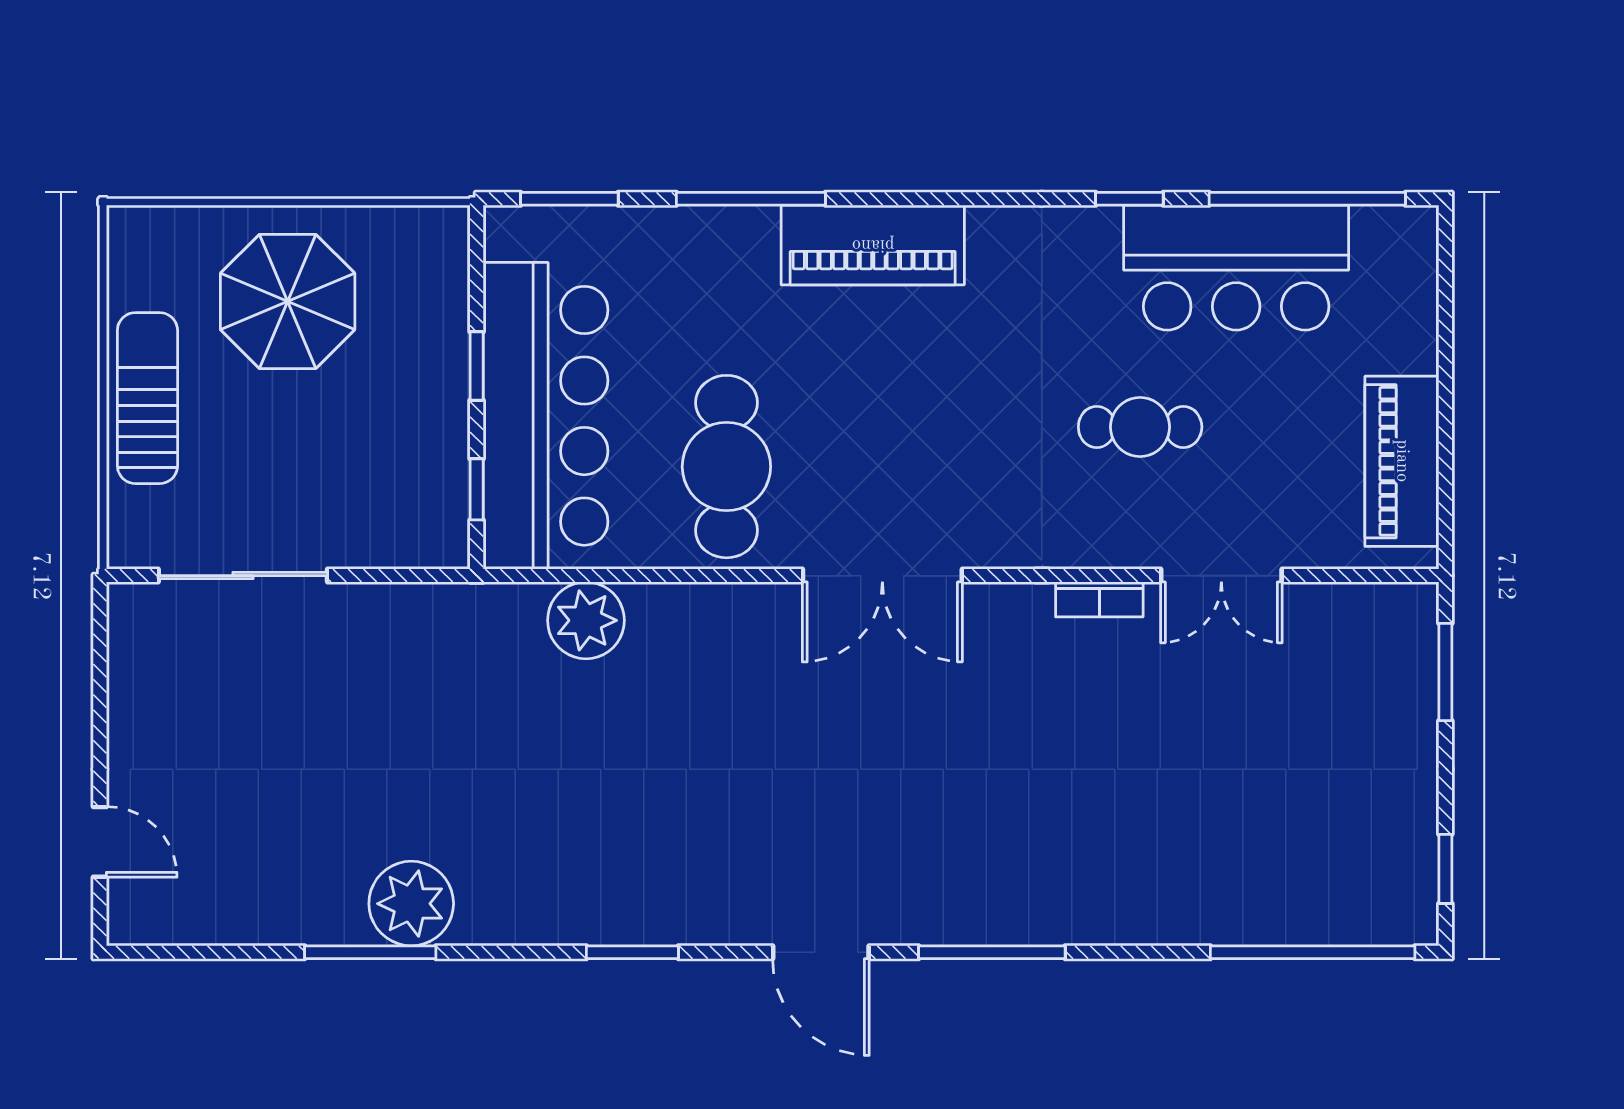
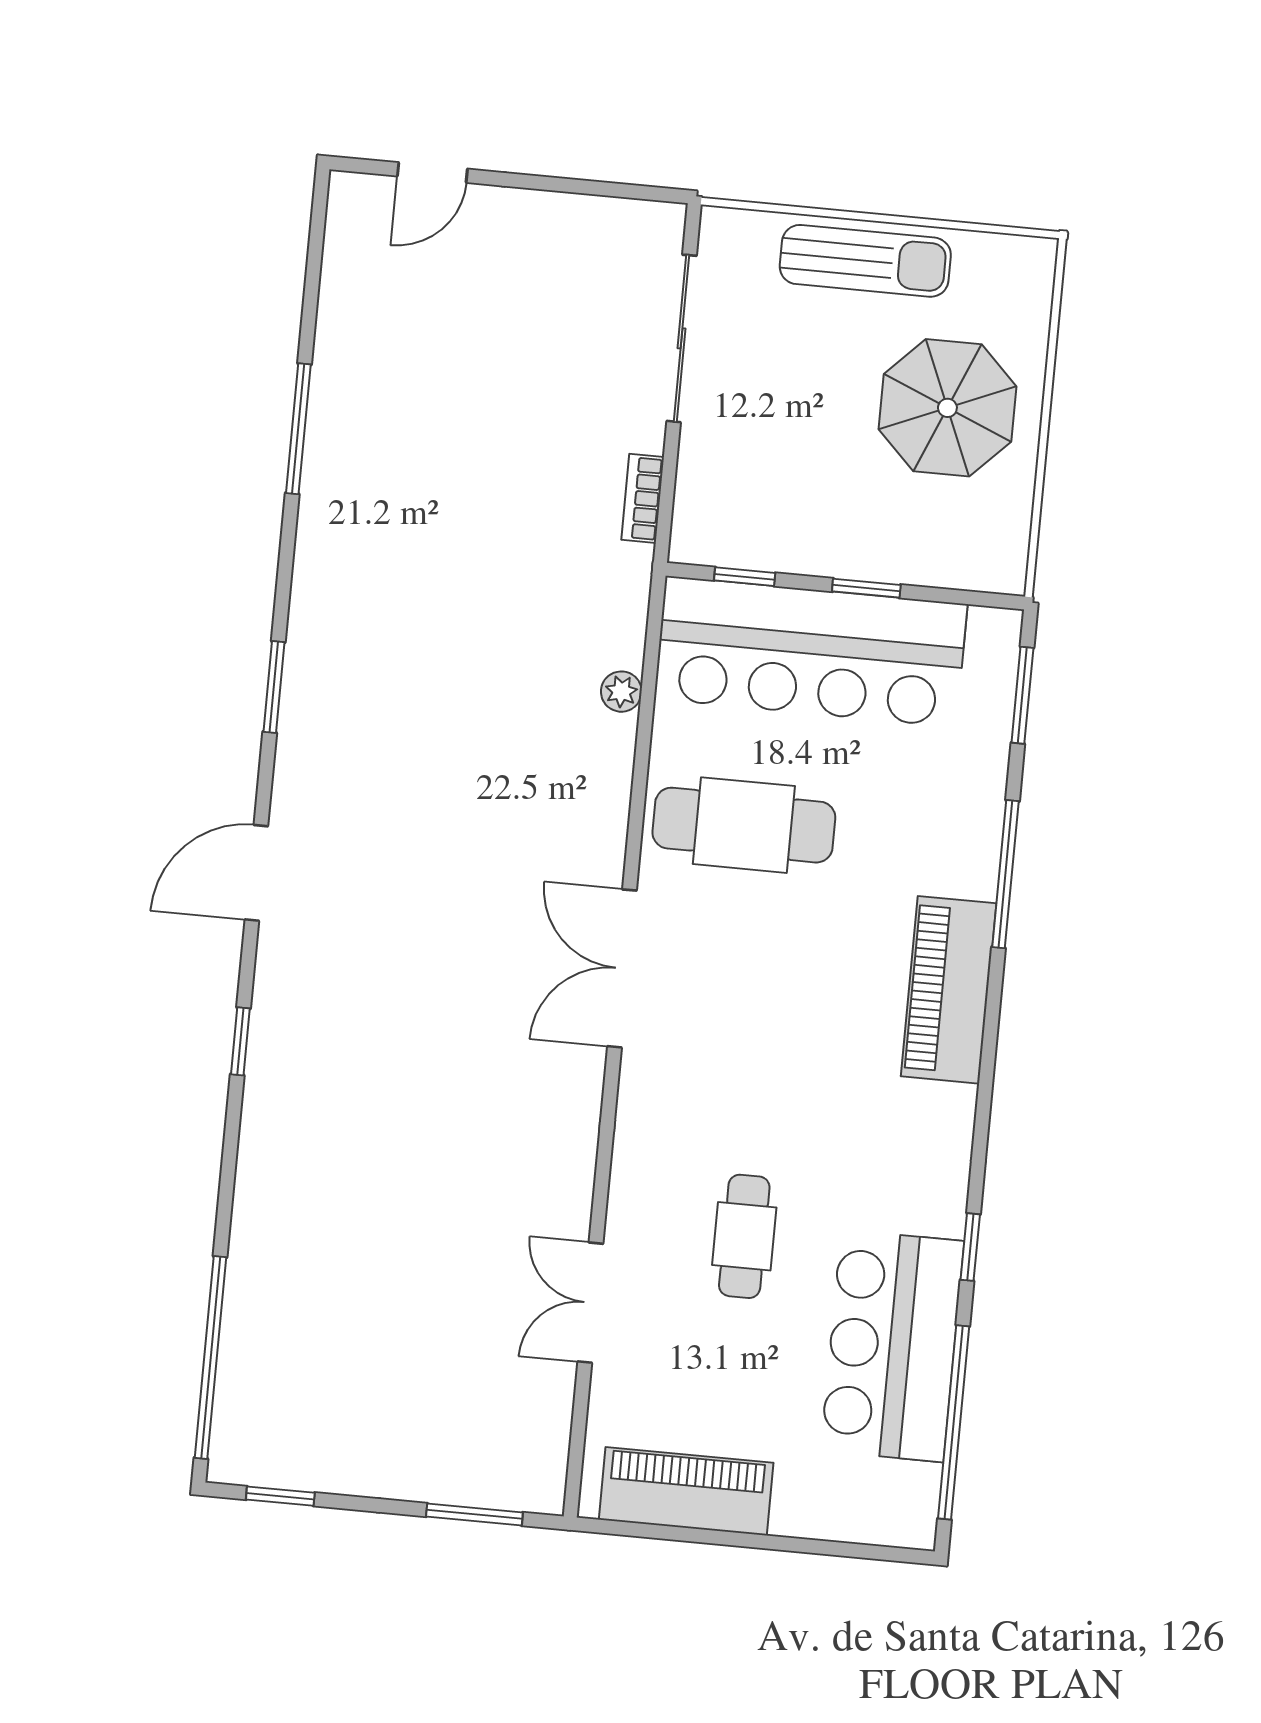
bookcase: (1099, 599) -> (643, 498), moved
plant: (586, 620) -> (621, 692), width x0.53, depth x0.53
plant: (411, 904) -> (343, 474), removed
window: (992, 952) -> (240, 1041), width x0.46

